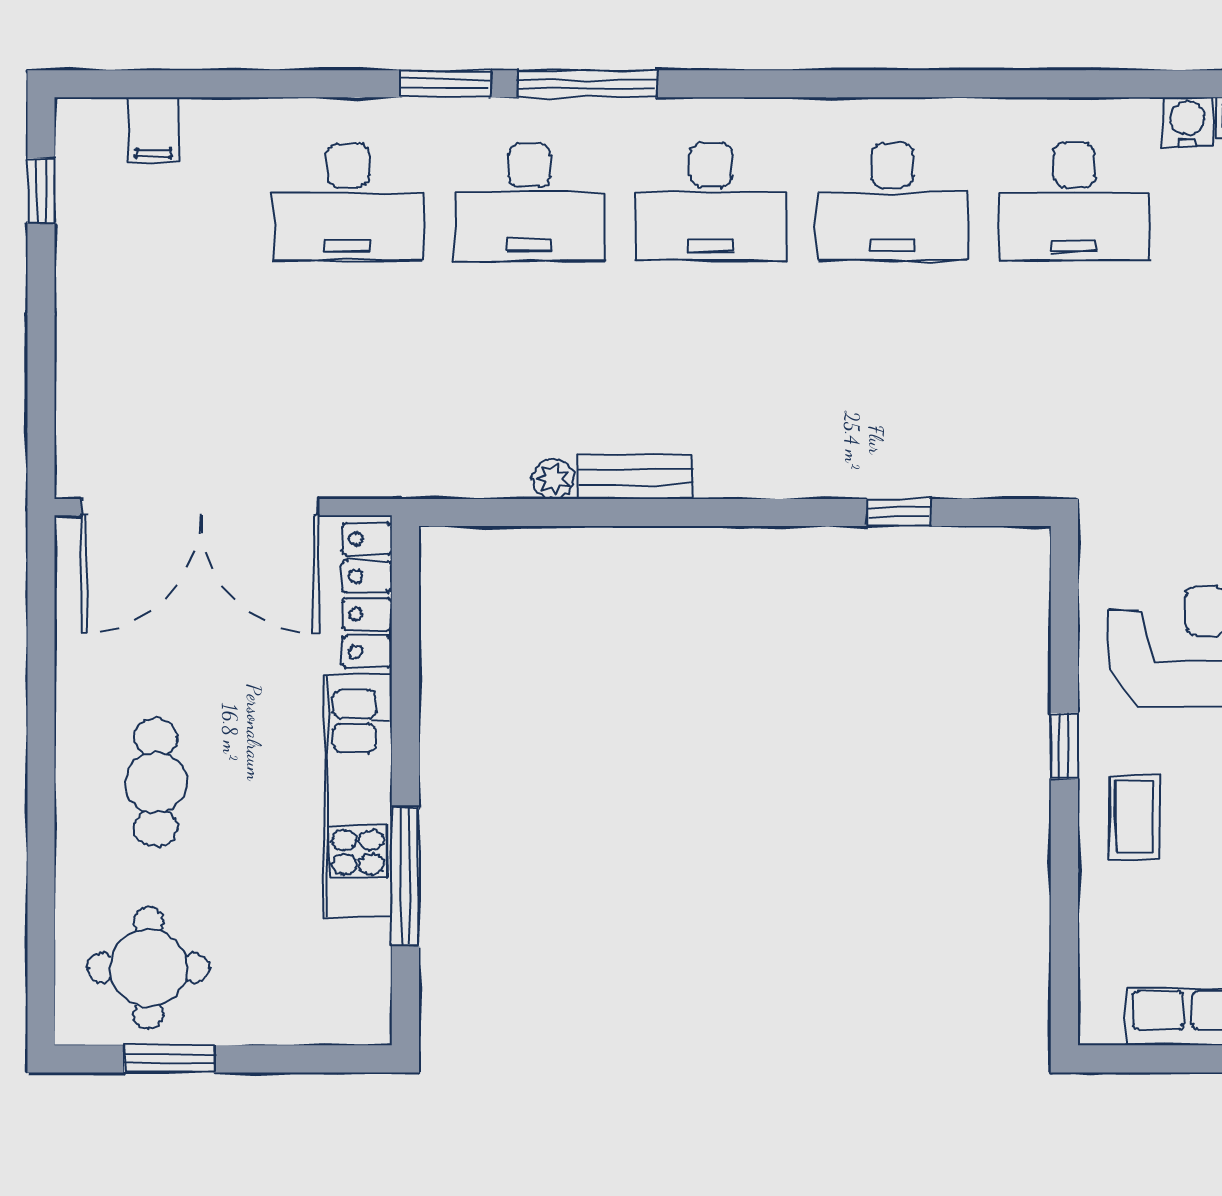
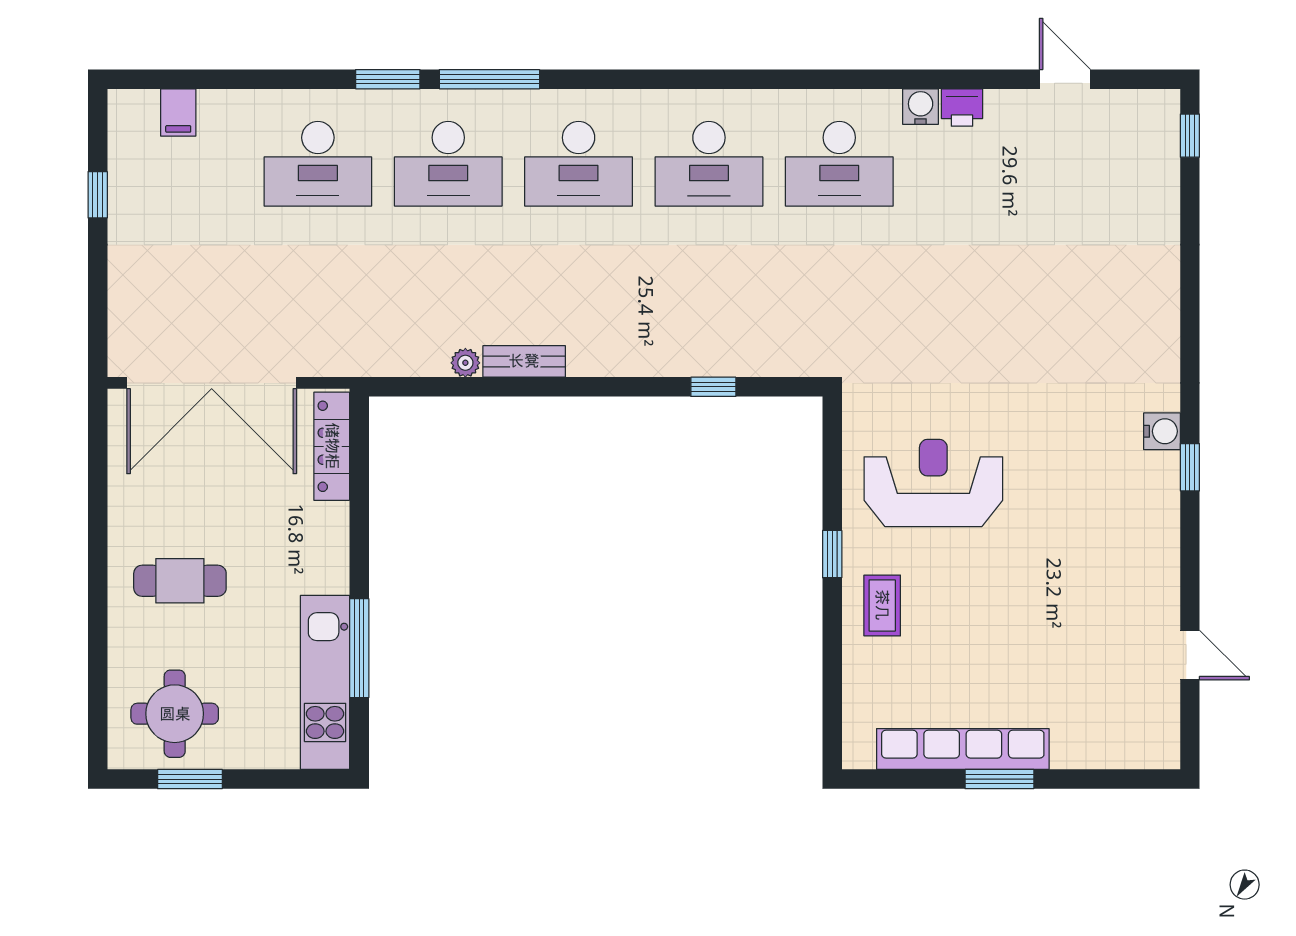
window: (41, 191) -> (98, 195), moved
cafe table: (156, 783) -> (180, 581), turned 90
kitchen unit: (358, 796) -> (325, 682), moved

